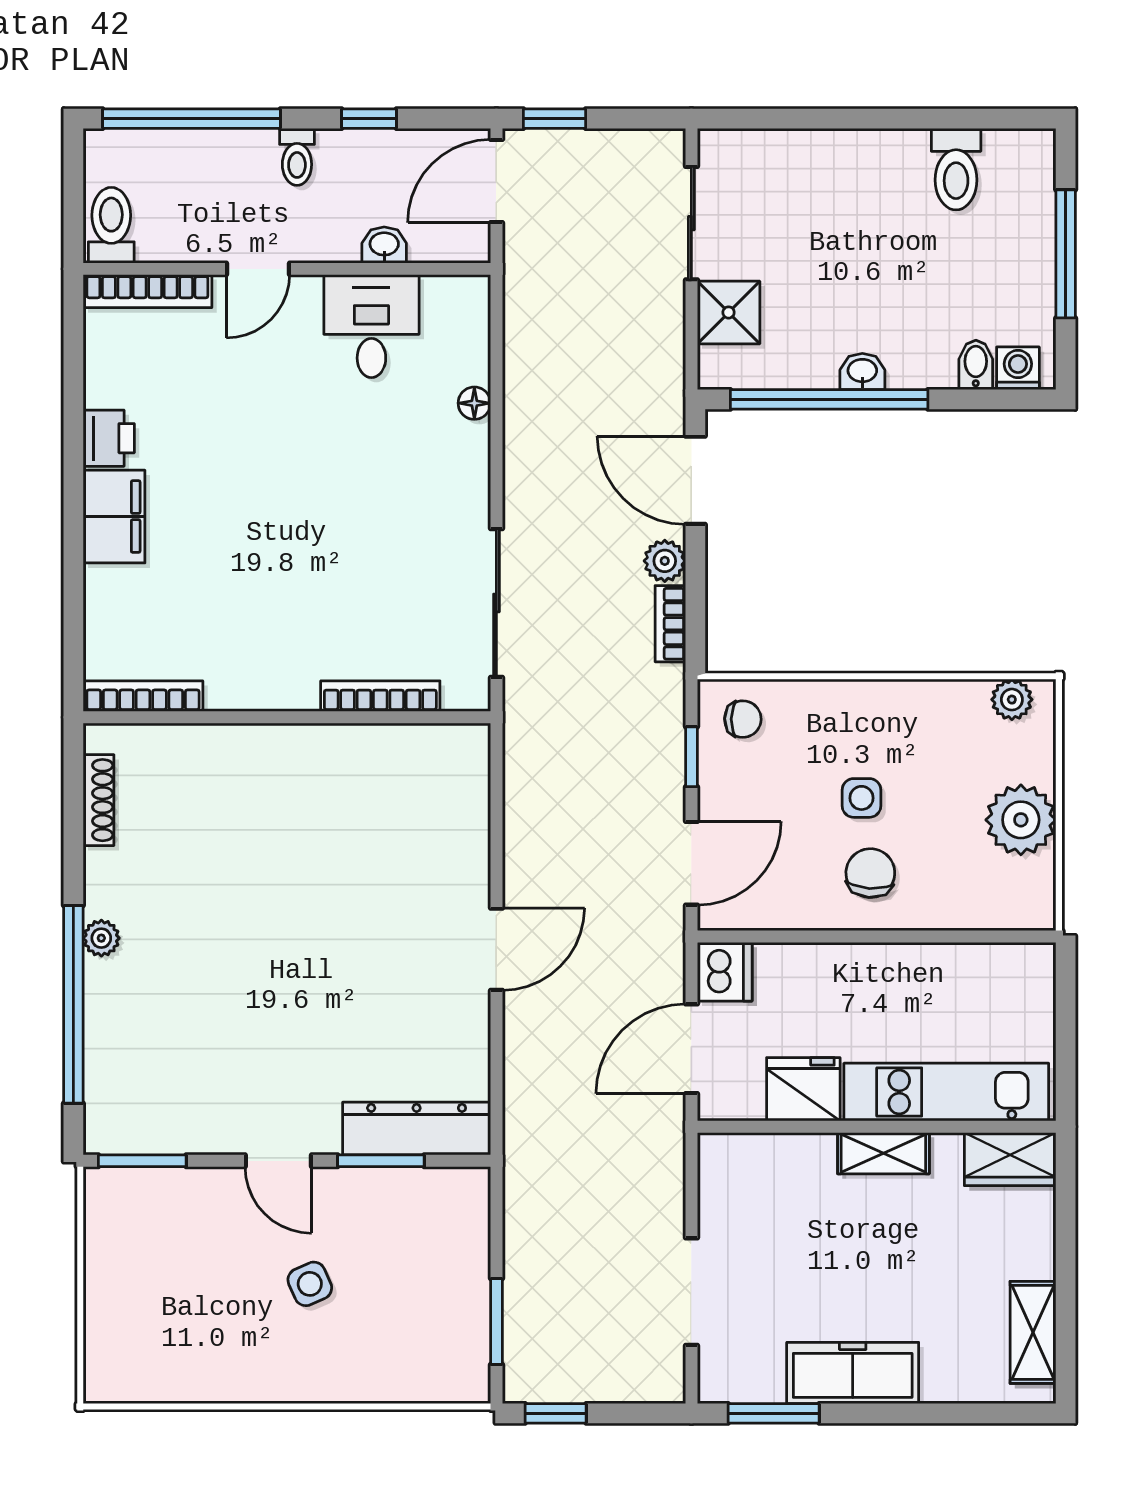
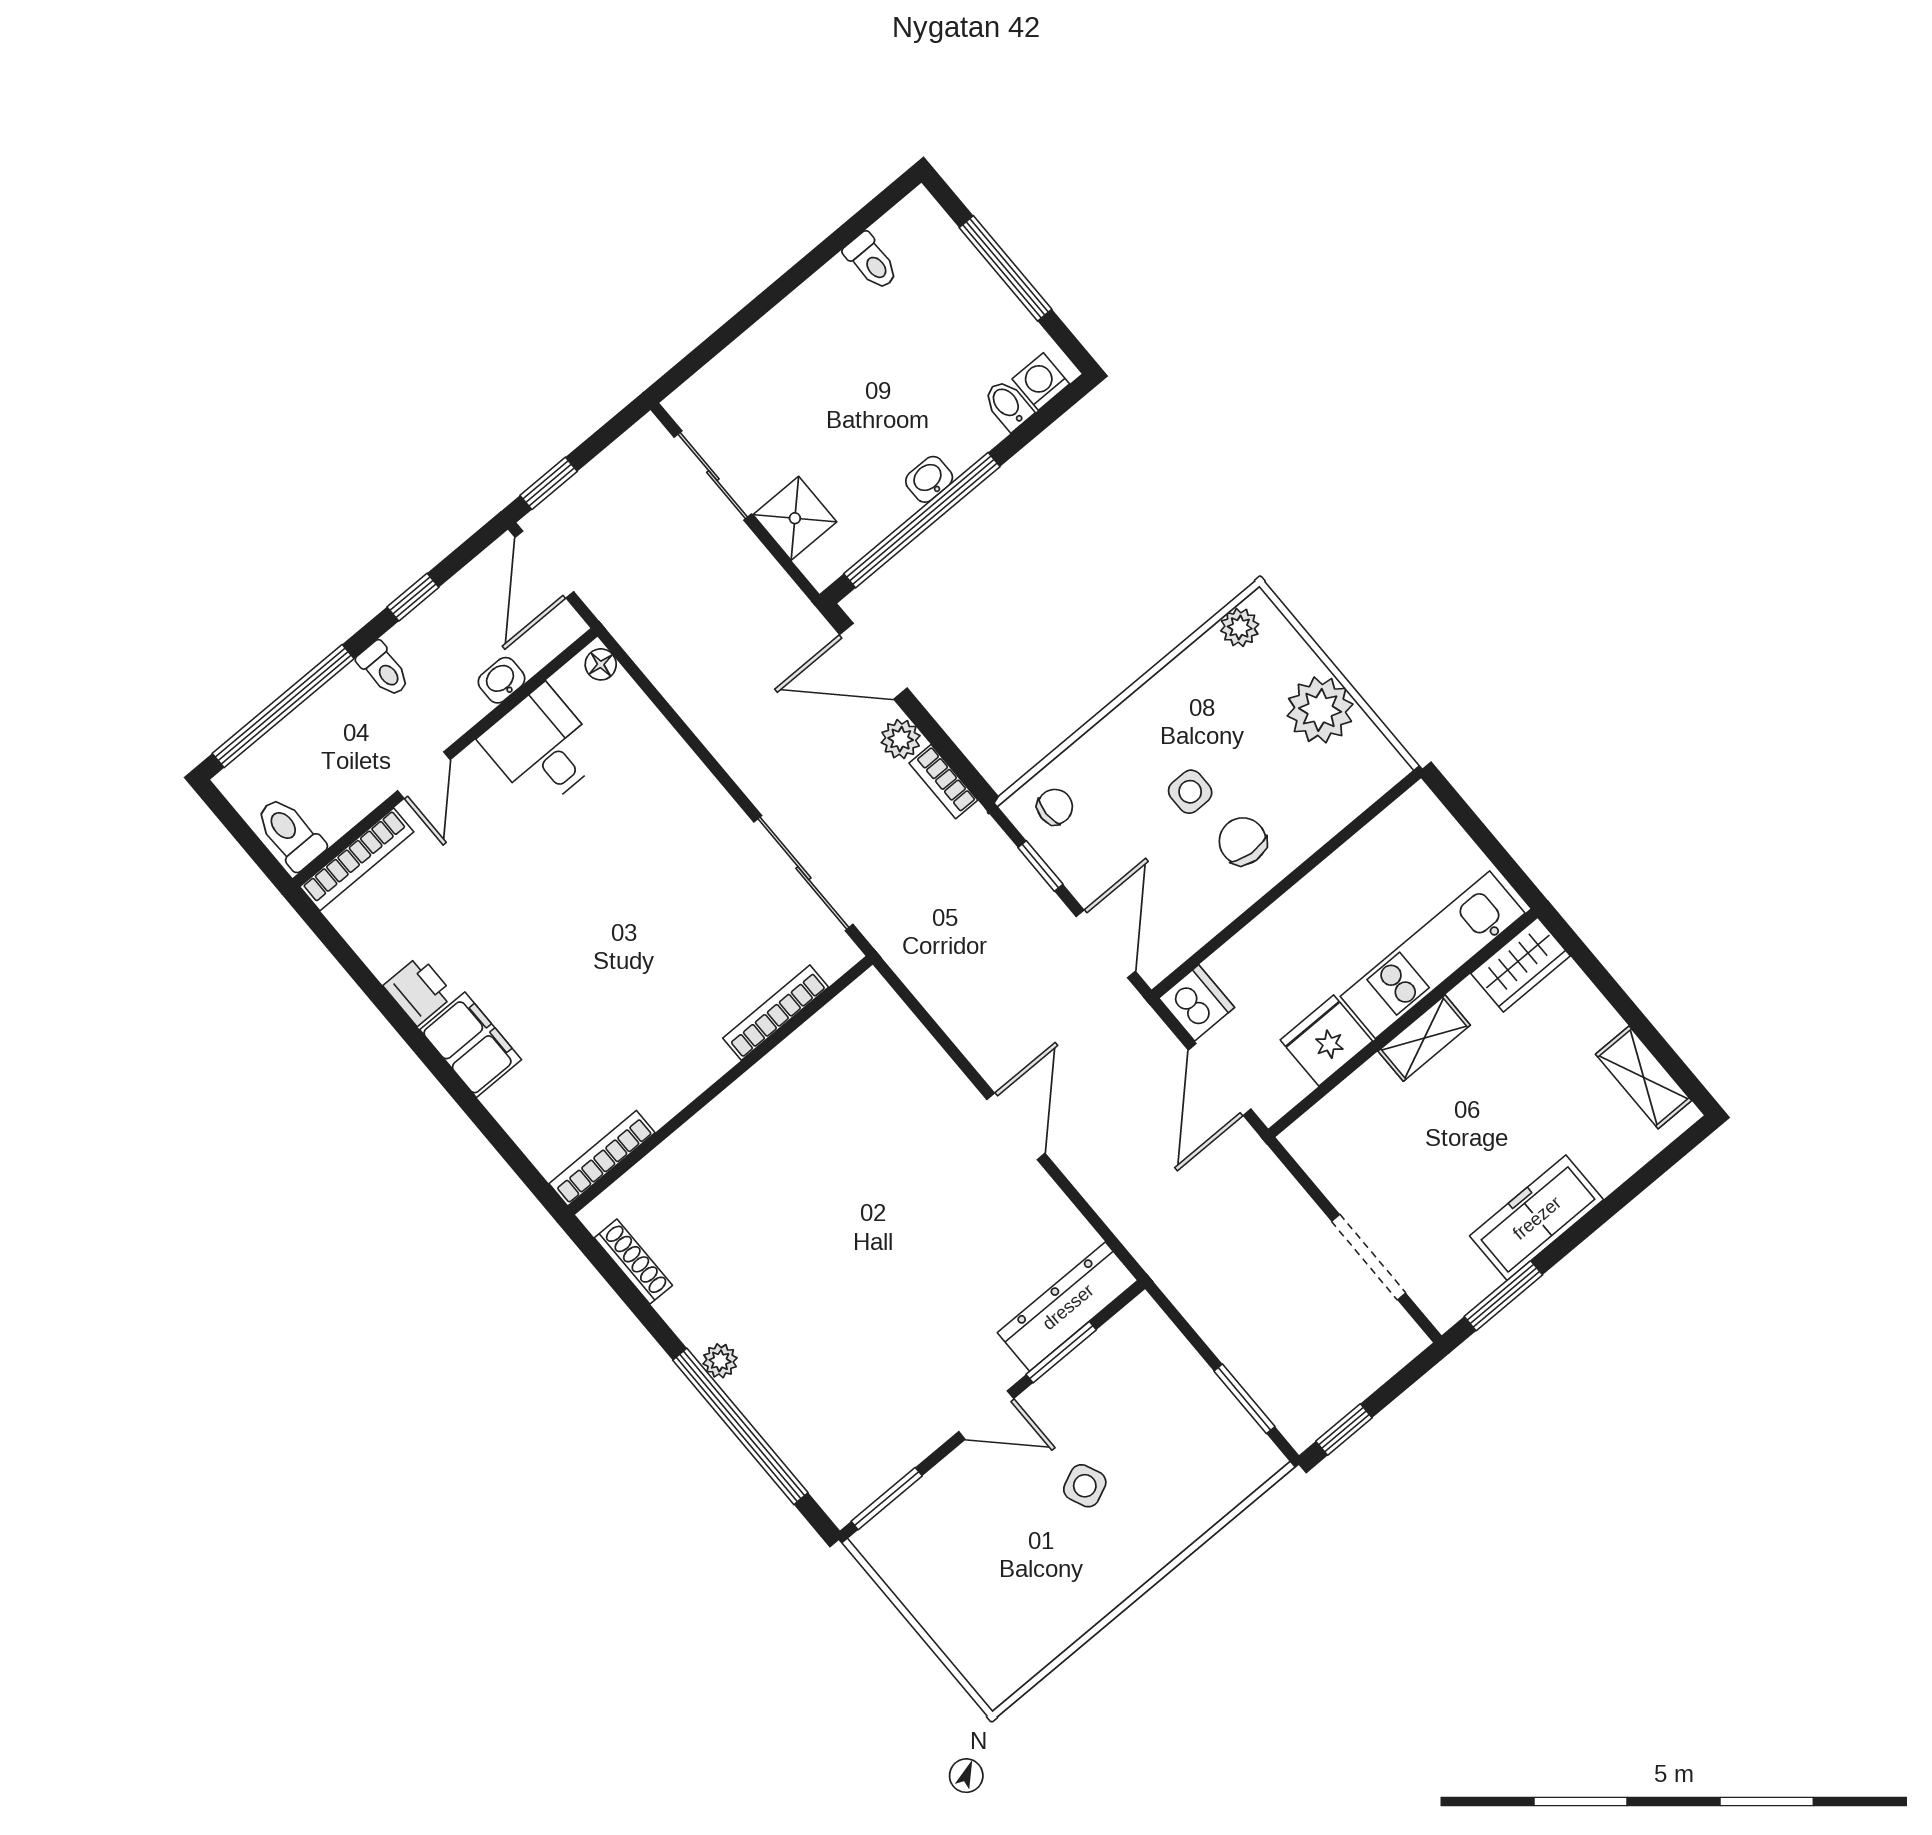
toilet: (956, 169) -> (871, 261), width x0.73, depth x0.72
floor lamp: (474, 403) -> (601, 664), moved

